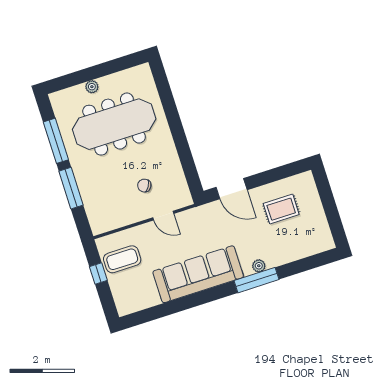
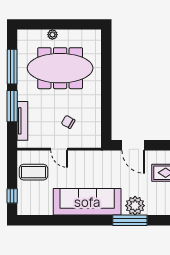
tv unit: (89, 202) -> (22, 121), added
door: (163, 216) -> (59, 149), moved
plant: (259, 266) -> (135, 206), width x1.87, depth x1.87
window: (98, 274) -> (12, 196), moved

